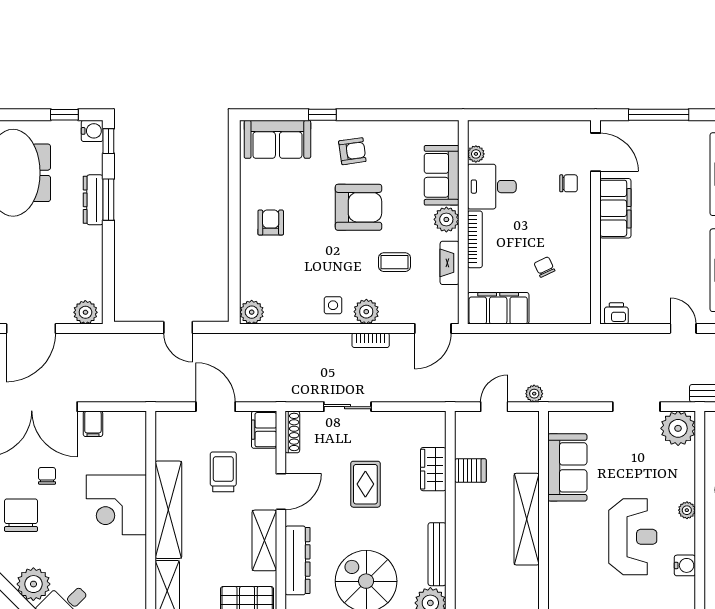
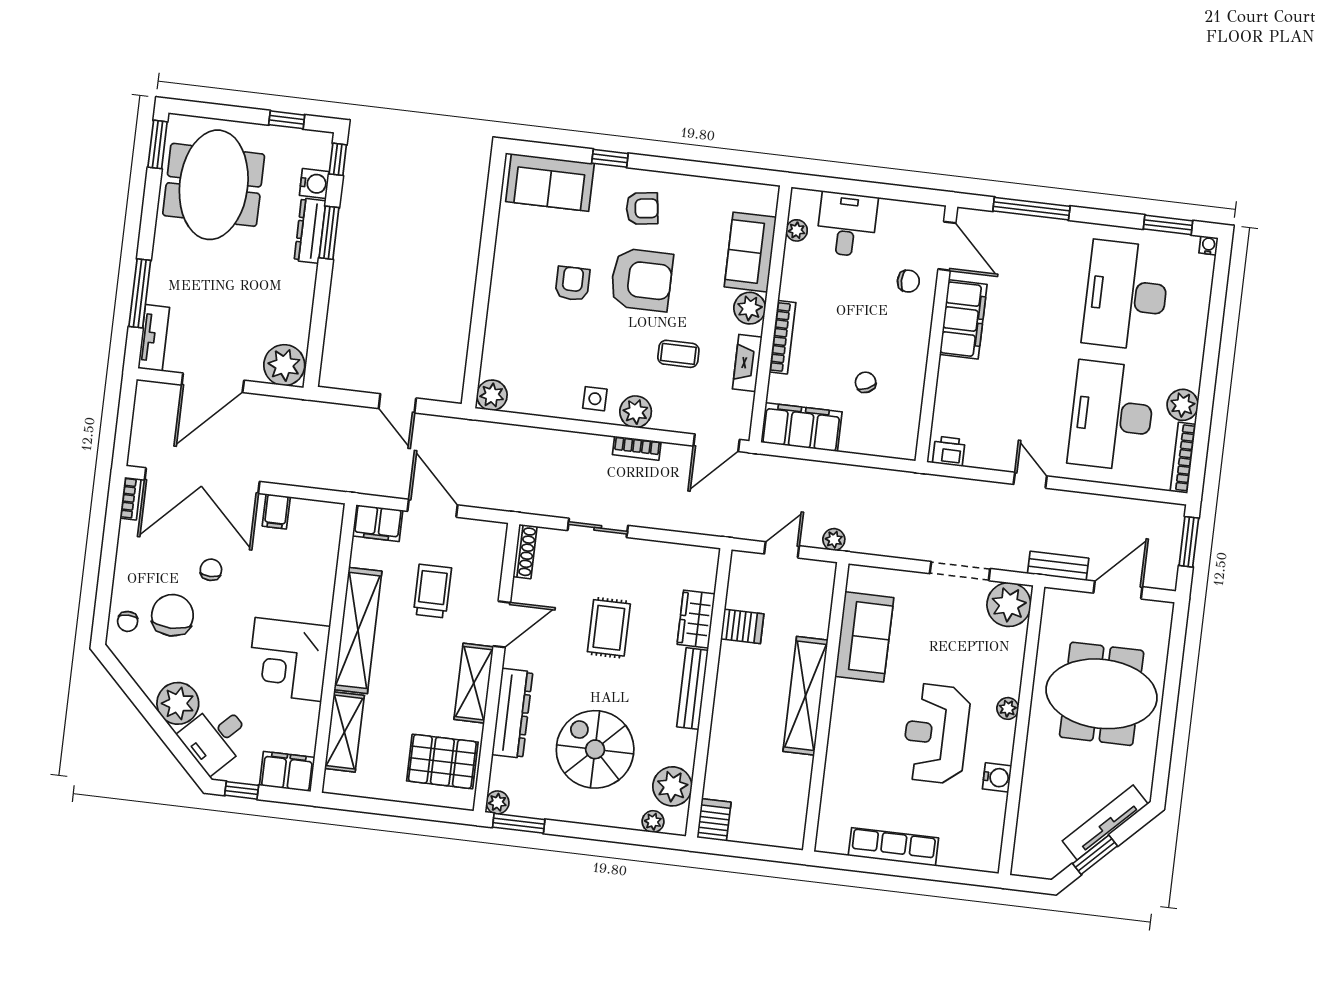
water cooler: (92, 131) -> (314, 183), moved
desk: (492, 187) -> (847, 224), moved, turned 90
armchair: (271, 223) -> (572, 284), moved
plant: (85, 312) -> (284, 365), width x1.36, depth x1.36
filing cabinet: (264, 430) -> (378, 523), moved, turned -90
corner desk: (116, 505) -> (288, 659), moved
reception desk: (633, 537) -> (936, 734), turned 180
bench: (437, 554) -> (692, 689), moved

